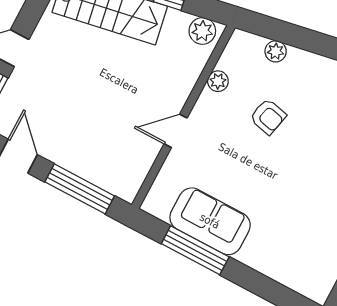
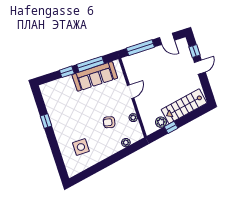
plant: (202, 31) -> (161, 122), moved
sofa: (210, 221) -> (95, 76), width x1.36
window: (250, 280) -> (67, 72), added

